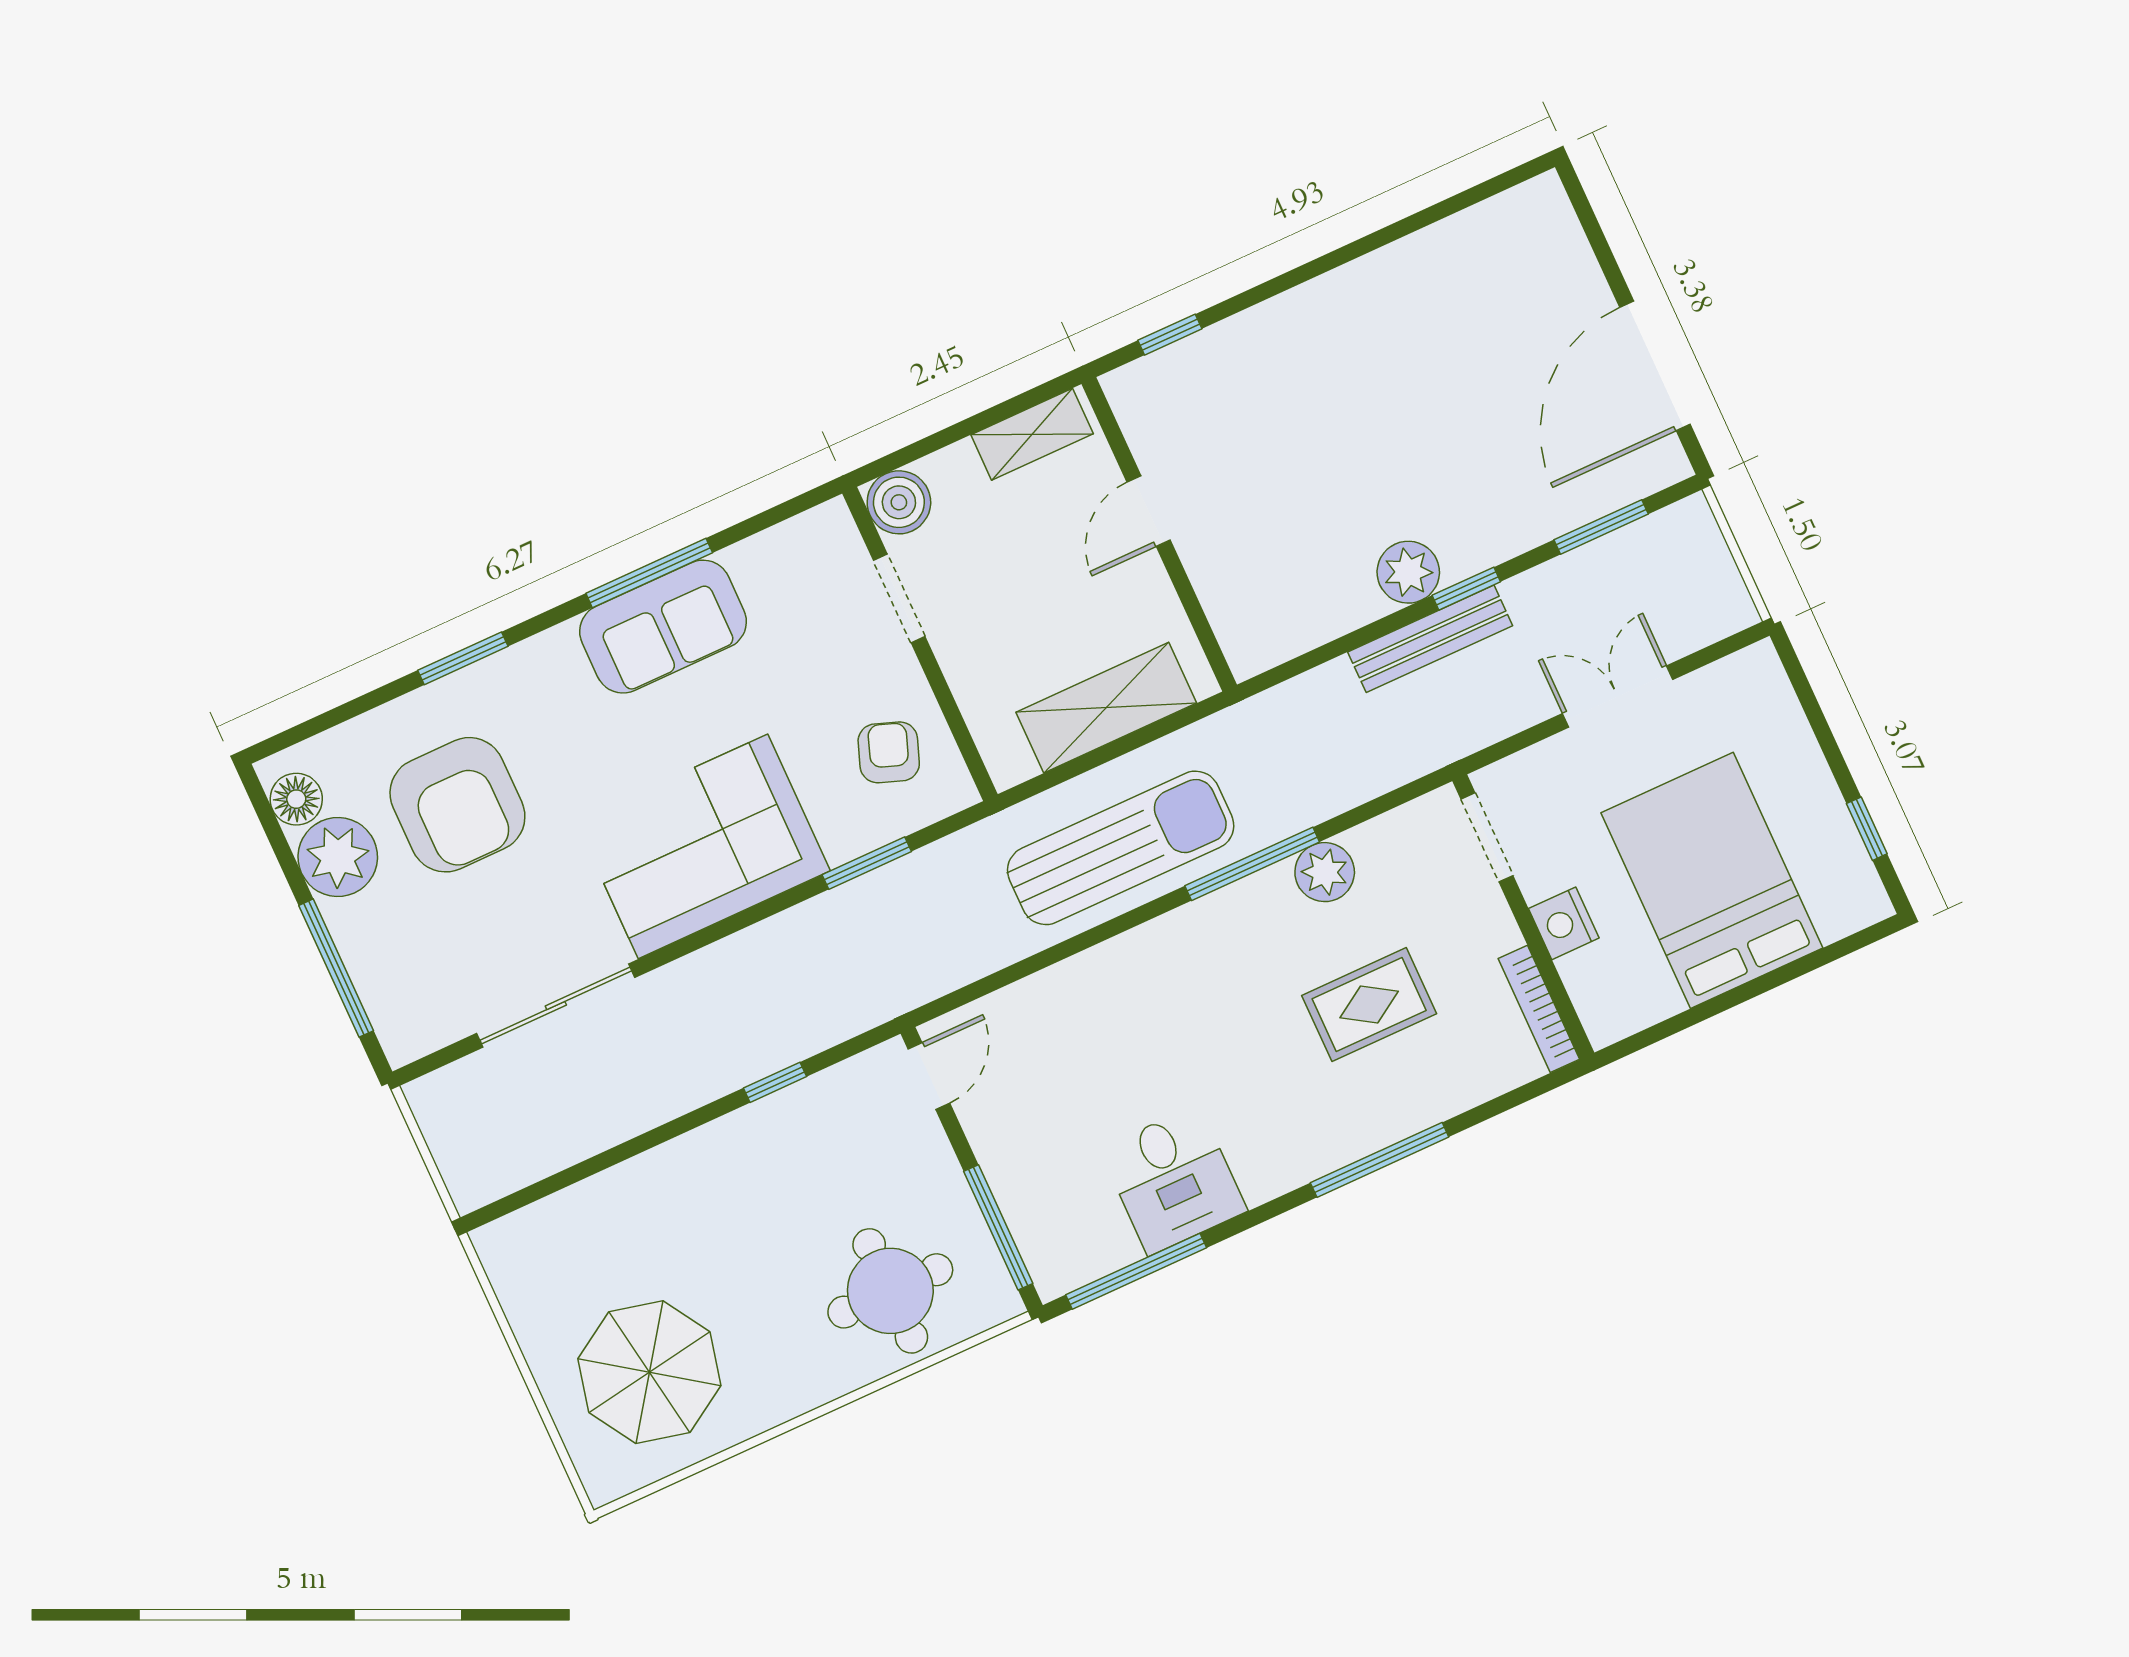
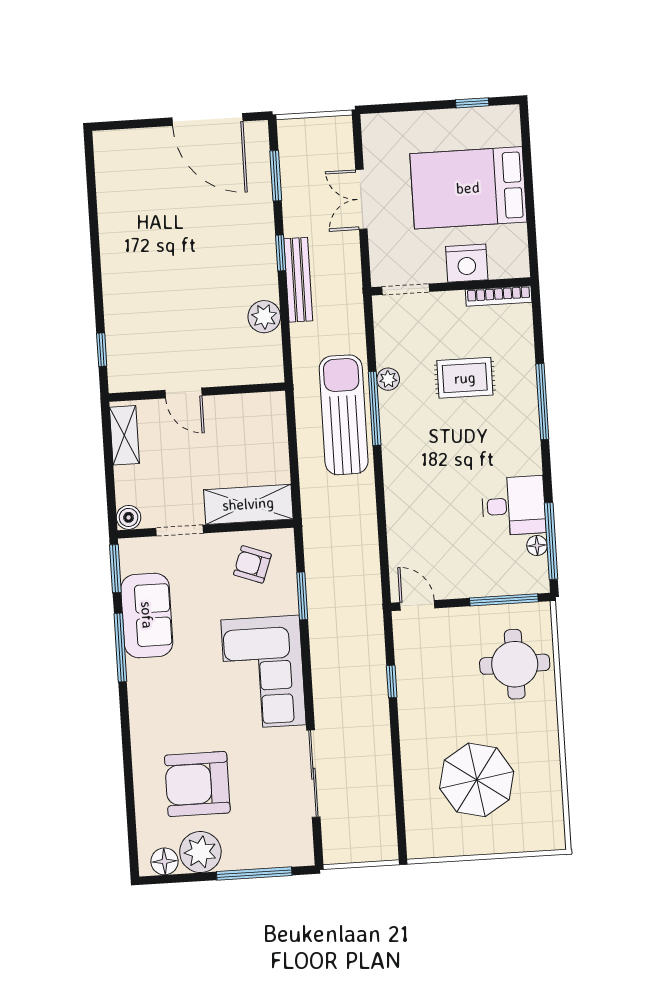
boiler: (899, 502) -> (129, 517), width x0.73, depth x0.73
plant: (1408, 572) -> (264, 317), moved
sofa: (663, 627) -> (147, 615), moved
window: (463, 658) -> (115, 569), moved
shelving: (1106, 708) -> (248, 504), moved, turned 90
armchair: (457, 805) -> (197, 784), turned 180
sun lounger: (1121, 848) -> (344, 415), moved
plant: (1325, 872) -> (388, 379), width x0.73, depth x0.73
nightstand: (1564, 923) -> (467, 263), width x1.36, depth x1.33
rug: (1369, 1005) -> (465, 378), turned 90
floor lamp: (1118, 1249) -> (537, 546), added
parasol: (649, 1372) -> (477, 780), moved

